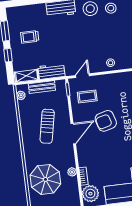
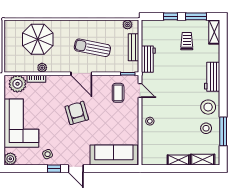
shelving: (27, 76) -> (214, 32), moved
armchair: (106, 121) -> (77, 113), moved

